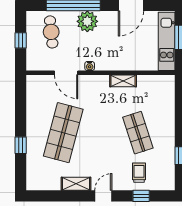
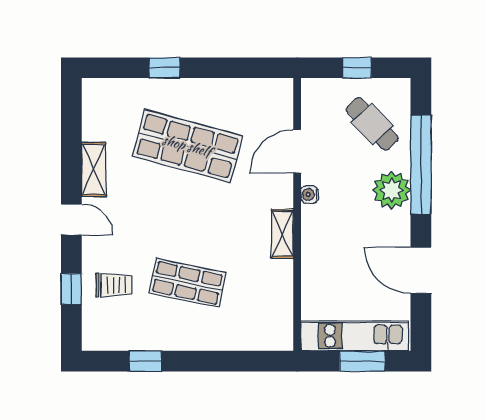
cafe table: (51, 32) -> (372, 124), turned 52
shelving: (123, 81) -> (282, 234), moved
shop shelf: (138, 133) -> (187, 283), turned 30

